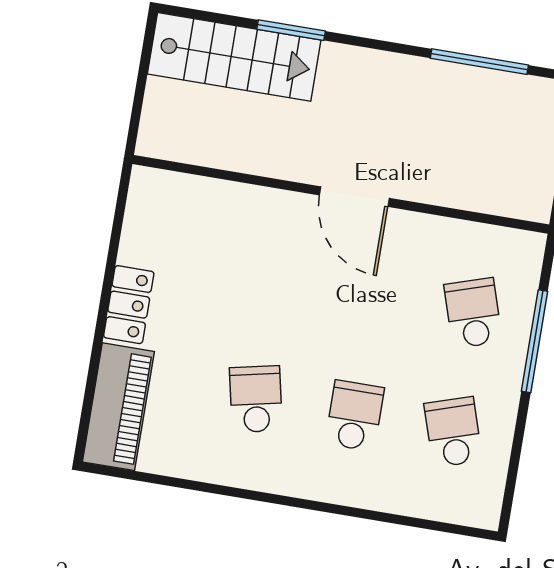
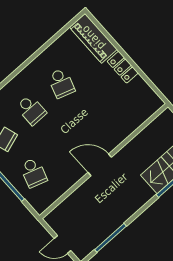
school desk: (473, 313) -> (33, 173), turned 36
school desk: (256, 399) -> (61, 83), turned 30

